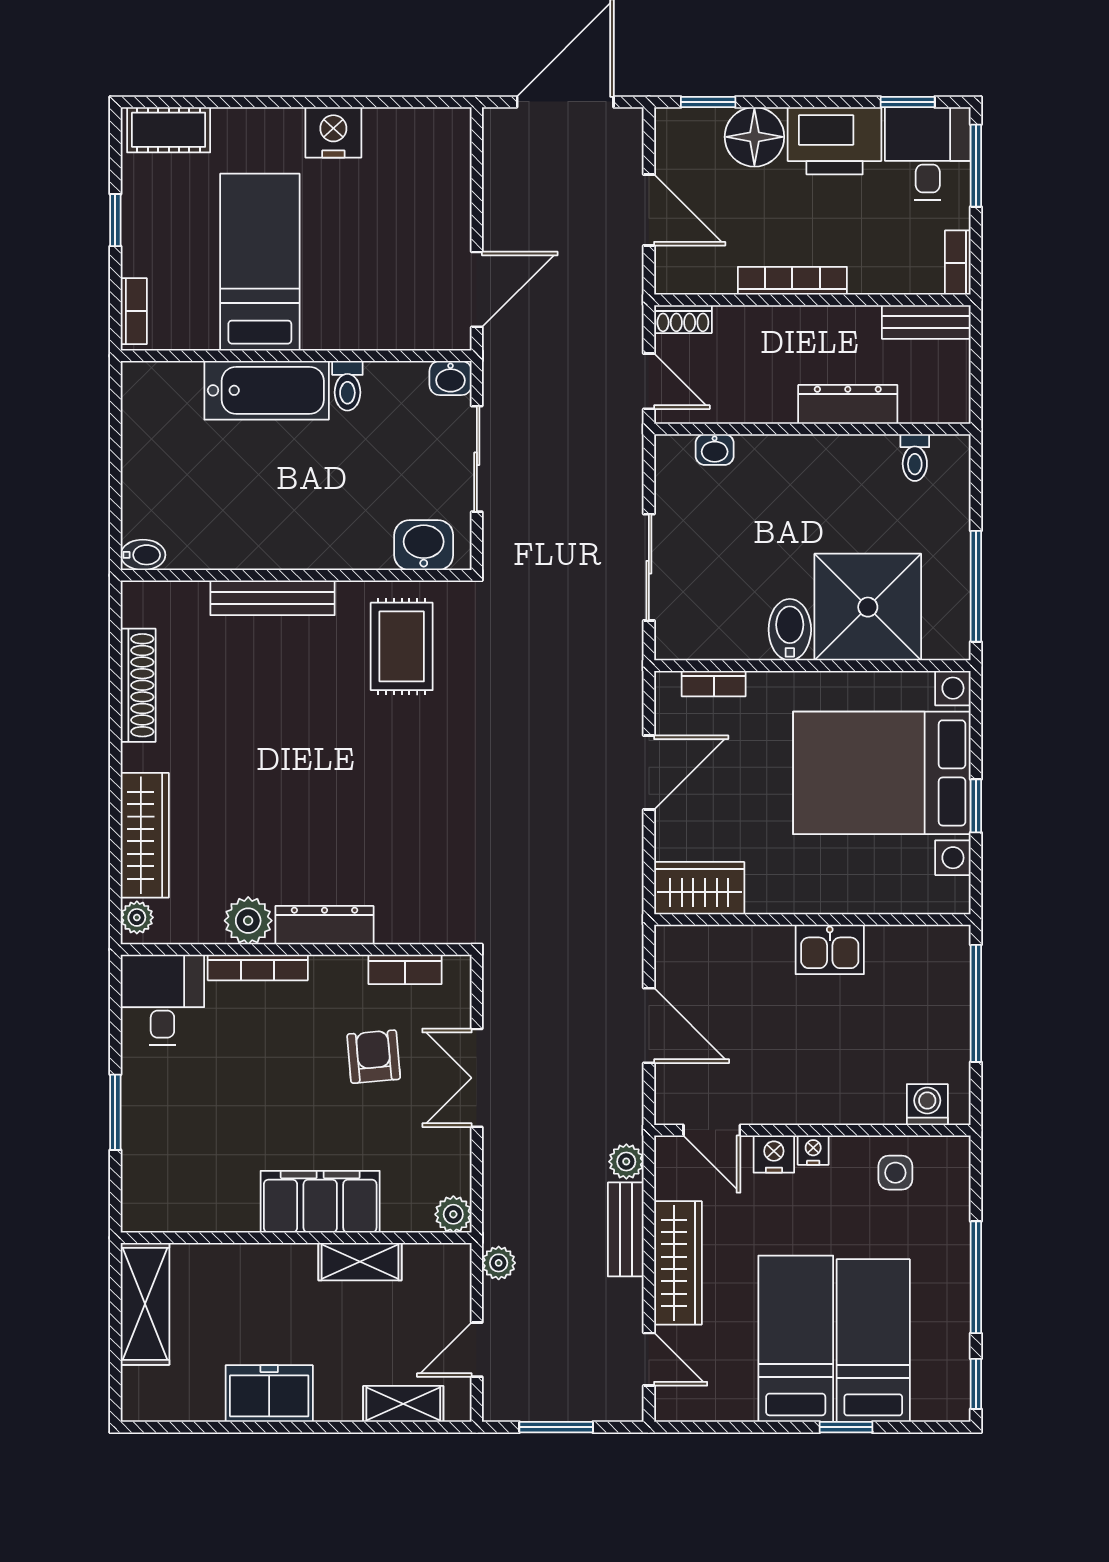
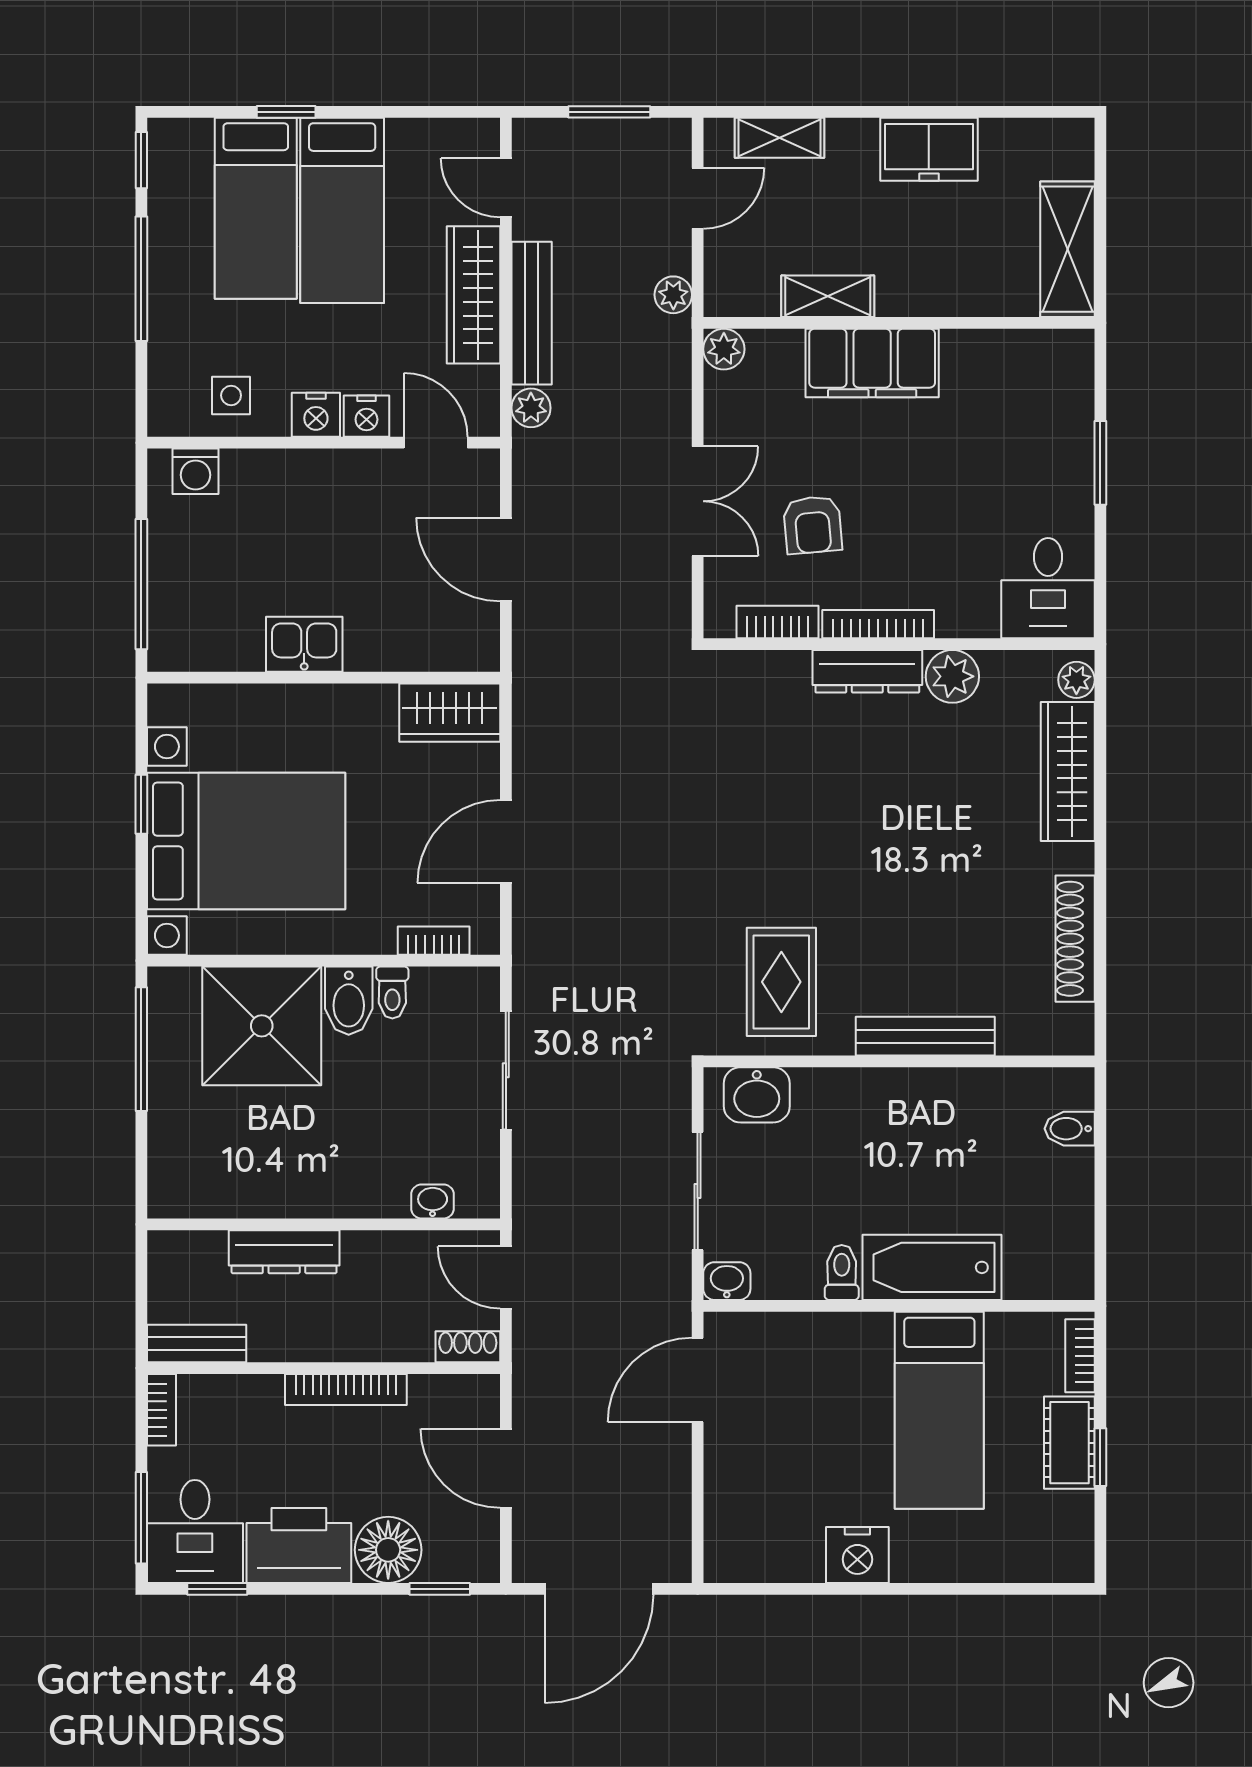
cot: (169, 130) -> (1069, 1443), moved, turned 90
toilet: (915, 458) -> (392, 992), moved, turned 180
bidet: (143, 555) -> (1070, 1129), moved
bookcase: (258, 968) -> (878, 624), moved
nightstand: (813, 1150) -> (316, 415), width x1.39, depth x1.35
bench: (626, 1229) -> (532, 313), width x1.36

